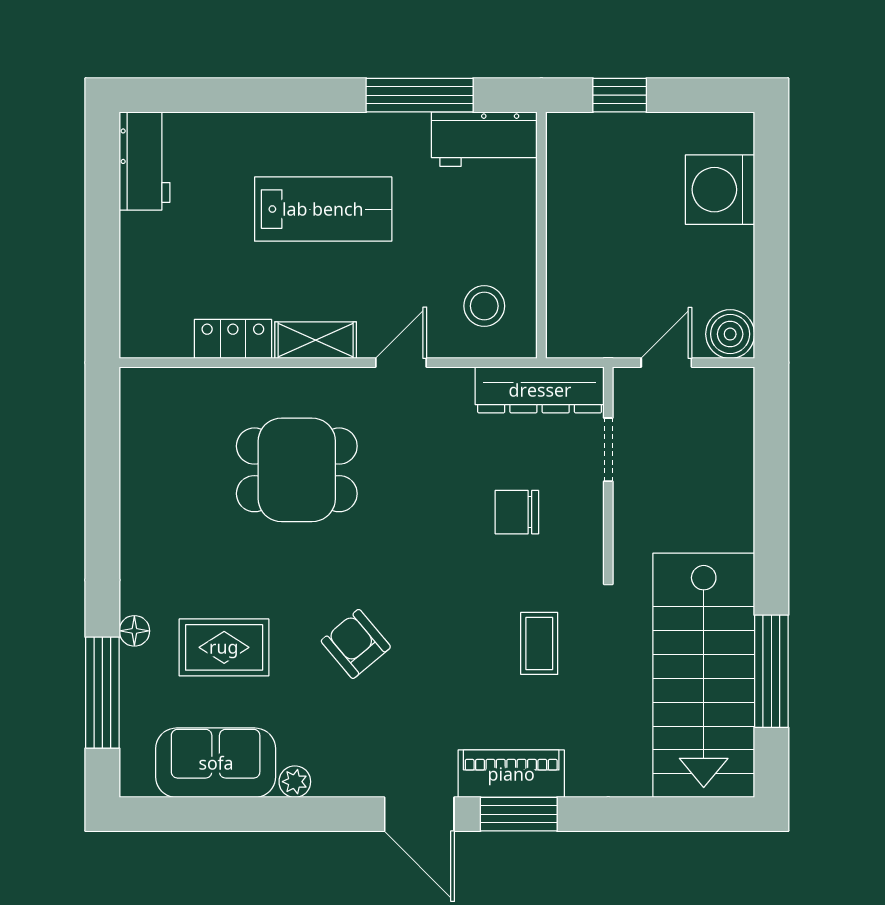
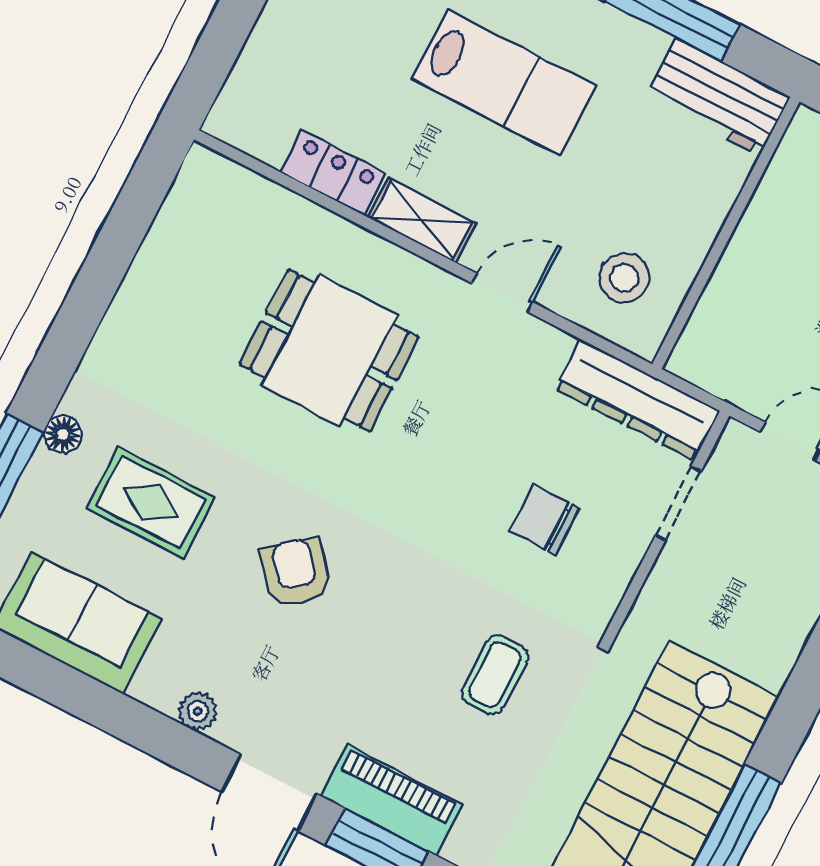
plant: (295, 782) -> (198, 711), moved

